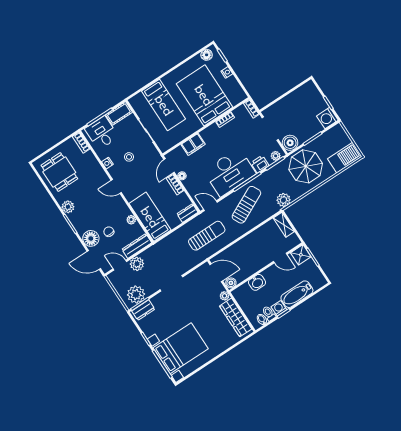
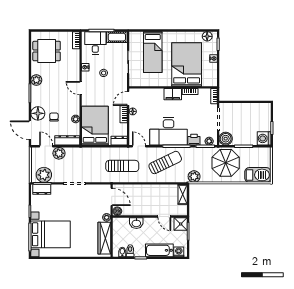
filing cabinet: (193, 144) -> (173, 94), moved
dining table: (59, 172) -> (47, 51), turned 90
bed: (150, 217) -> (95, 126), width x1.50
washing machine: (279, 308) -> (179, 252), moved

